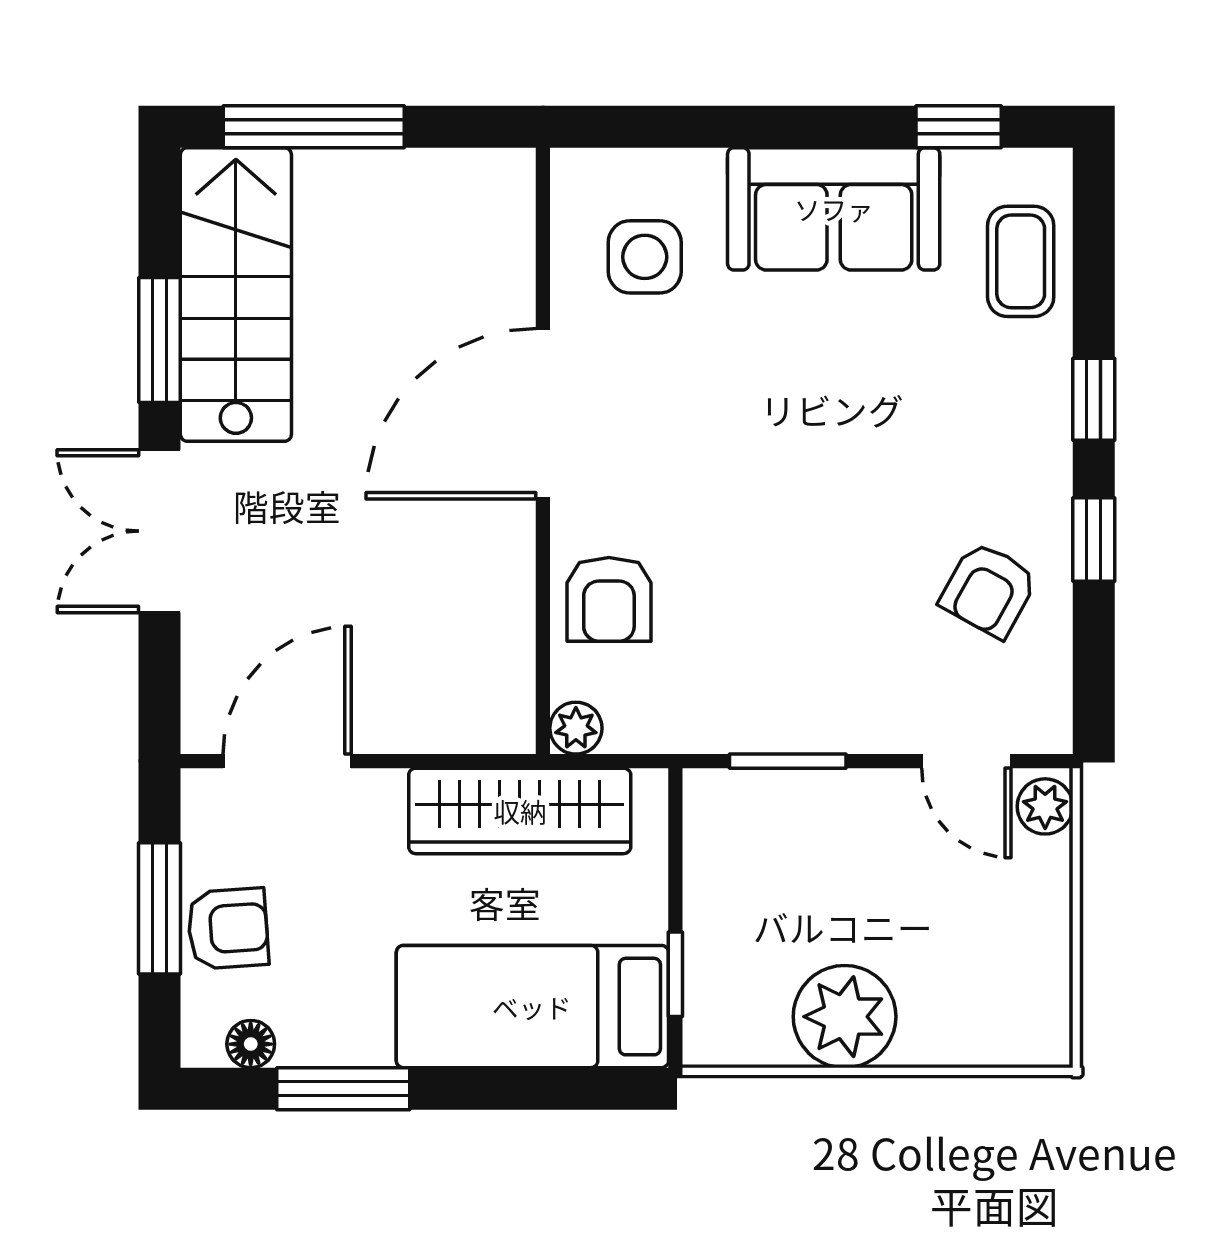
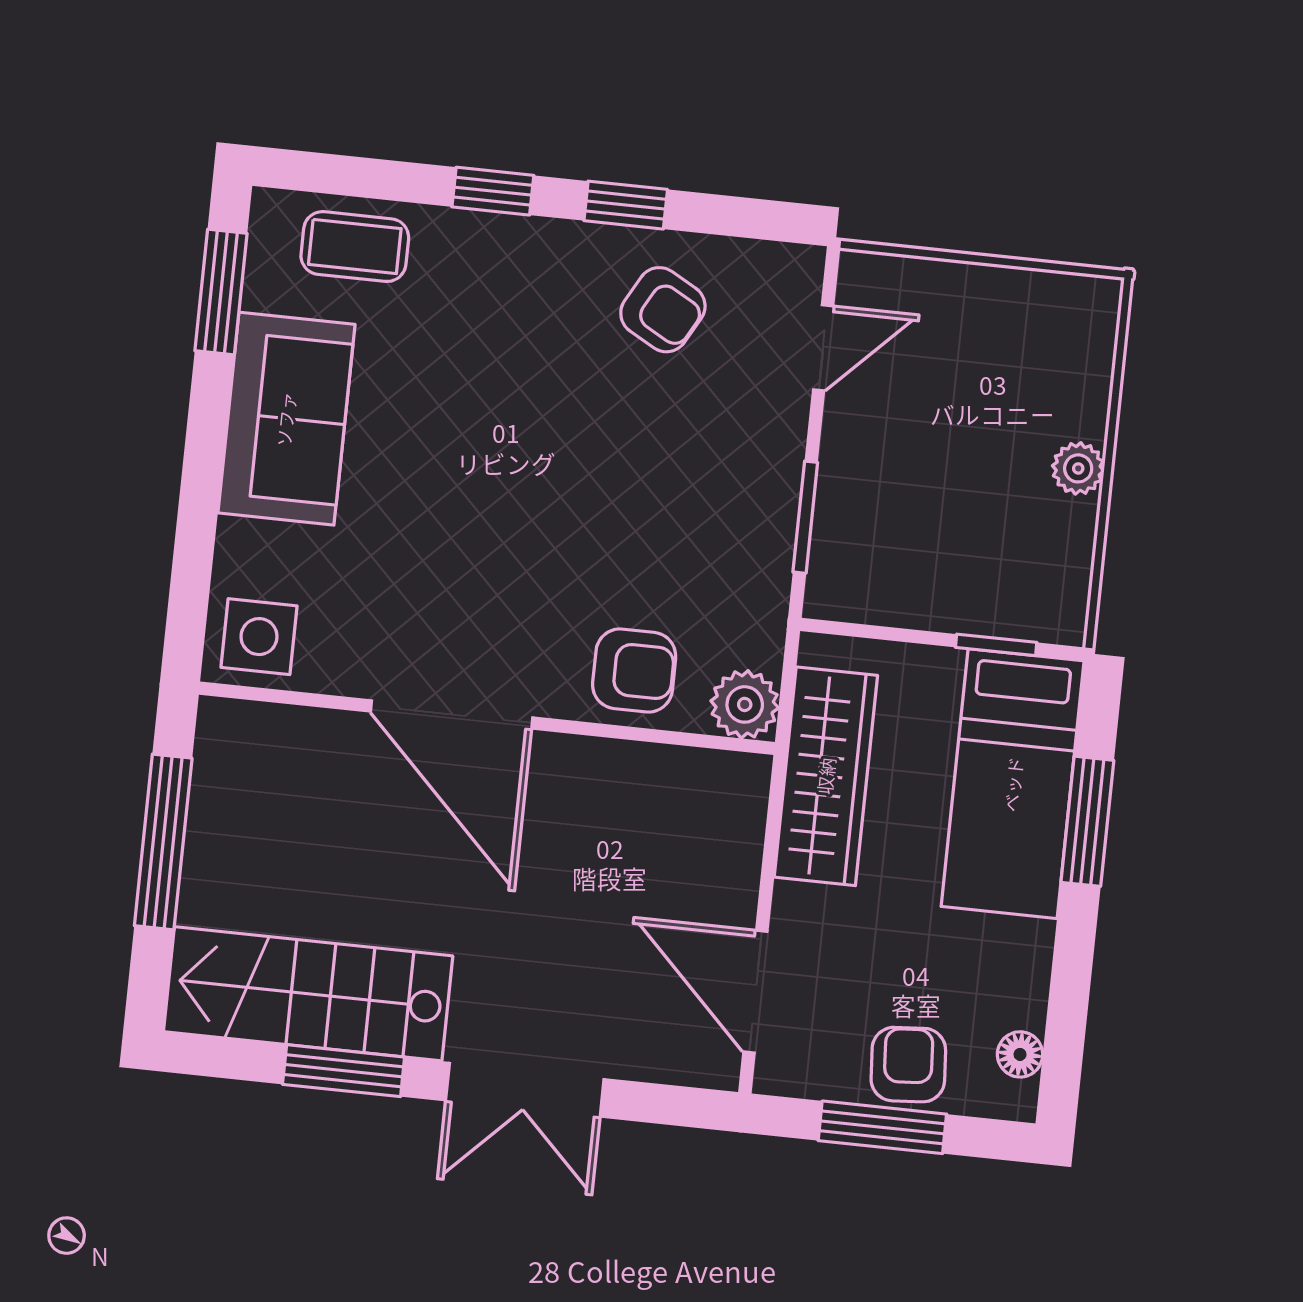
window: (314, 127) -> (163, 842), moved
window: (959, 127) -> (221, 292), width x1.50
side table: (645, 257) -> (259, 637), moved
plant: (576, 728) -> (745, 704), width x1.38, depth x1.38
plant: (1045, 806) -> (874, 278), removed
plant: (845, 1017) -> (1078, 468), width x0.53, depth x0.53
window: (343, 1089) -> (1087, 821), moved

